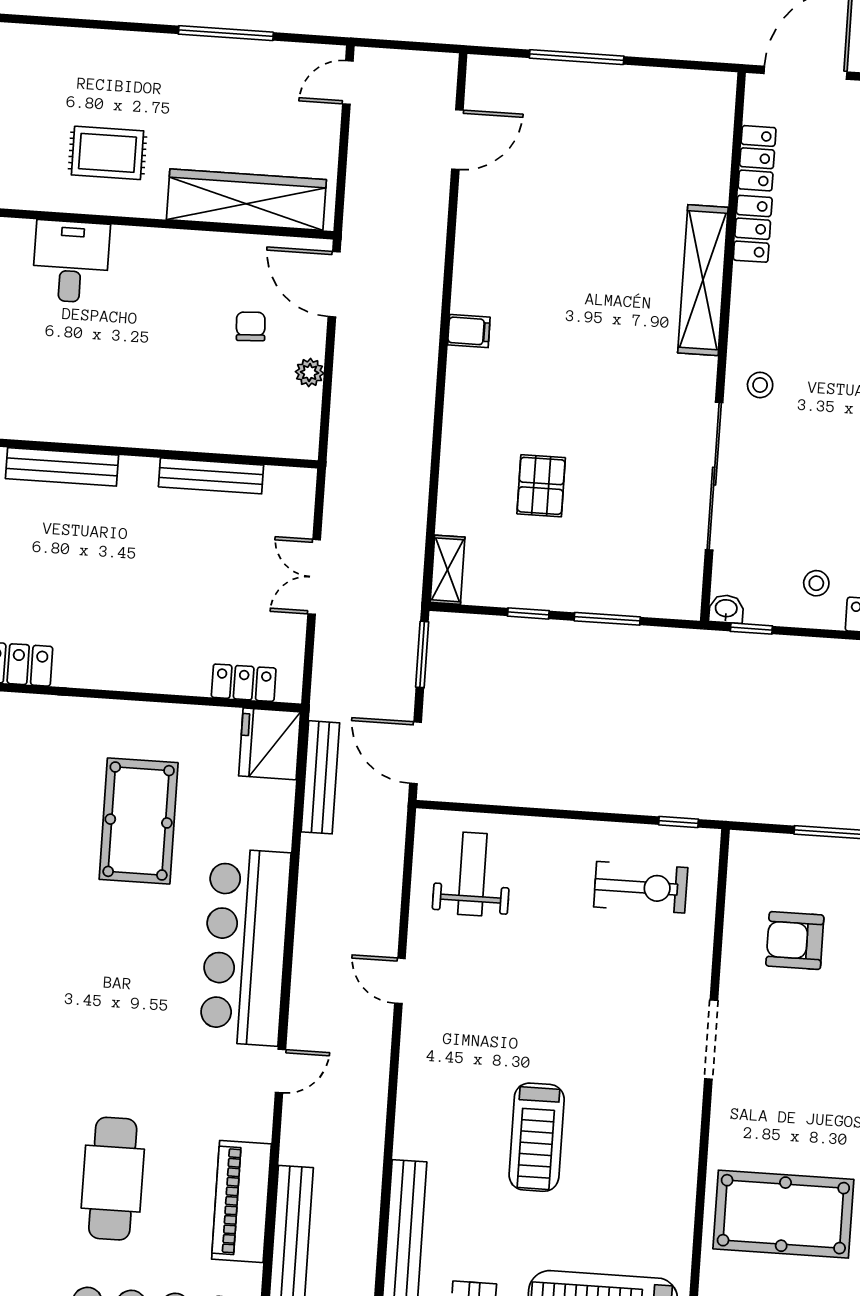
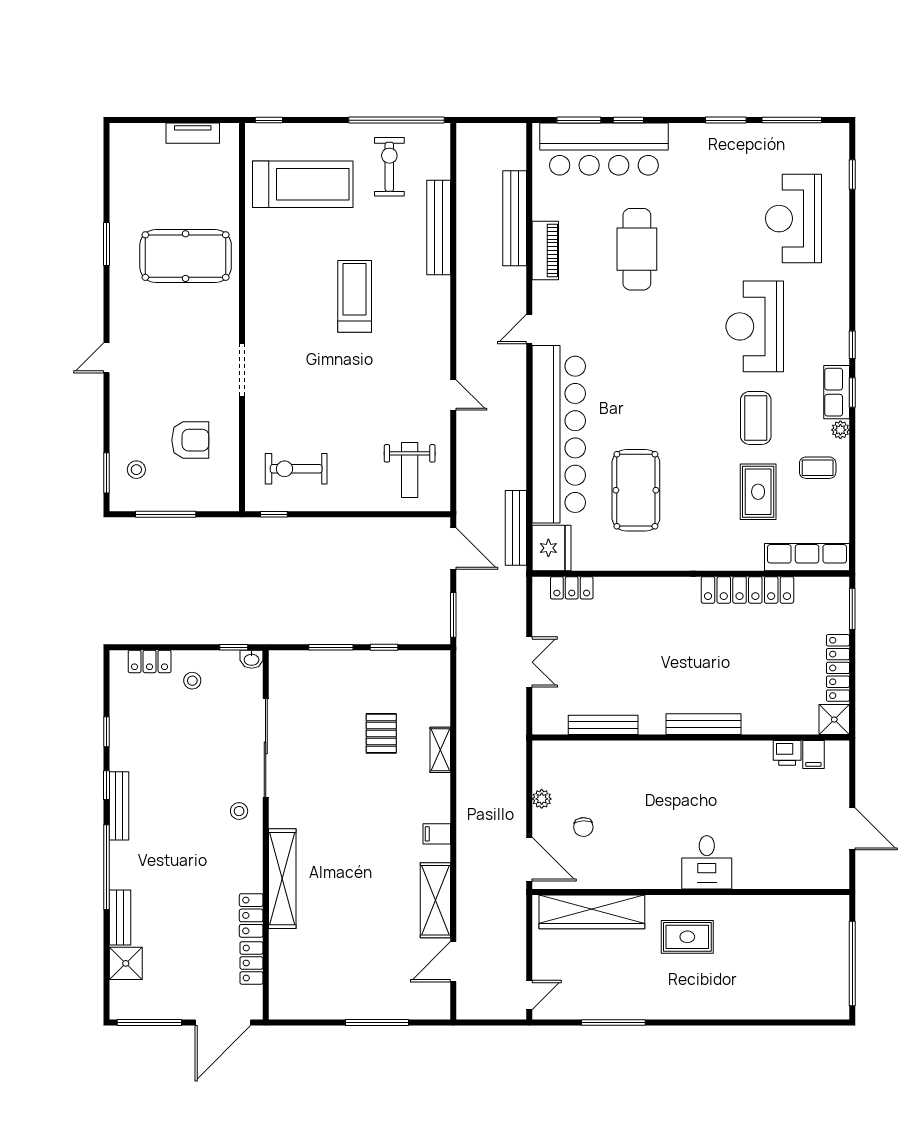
shelving: (478, 233) -> (435, 900), added
shelving: (447, 570) -> (440, 750), moved
bar counter: (245, 947) -> (559, 434), width x1.36
piano: (241, 1201) -> (545, 251), width x0.73, depth x0.75

